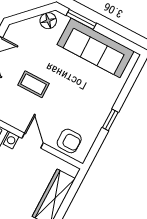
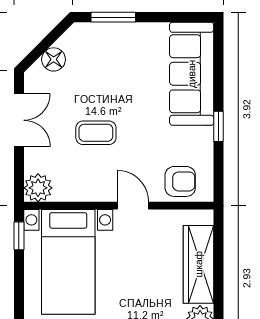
floor lamp: (48, 21) -> (54, 59), moved
sofa: (95, 48) -> (192, 74), moved, turned 90

